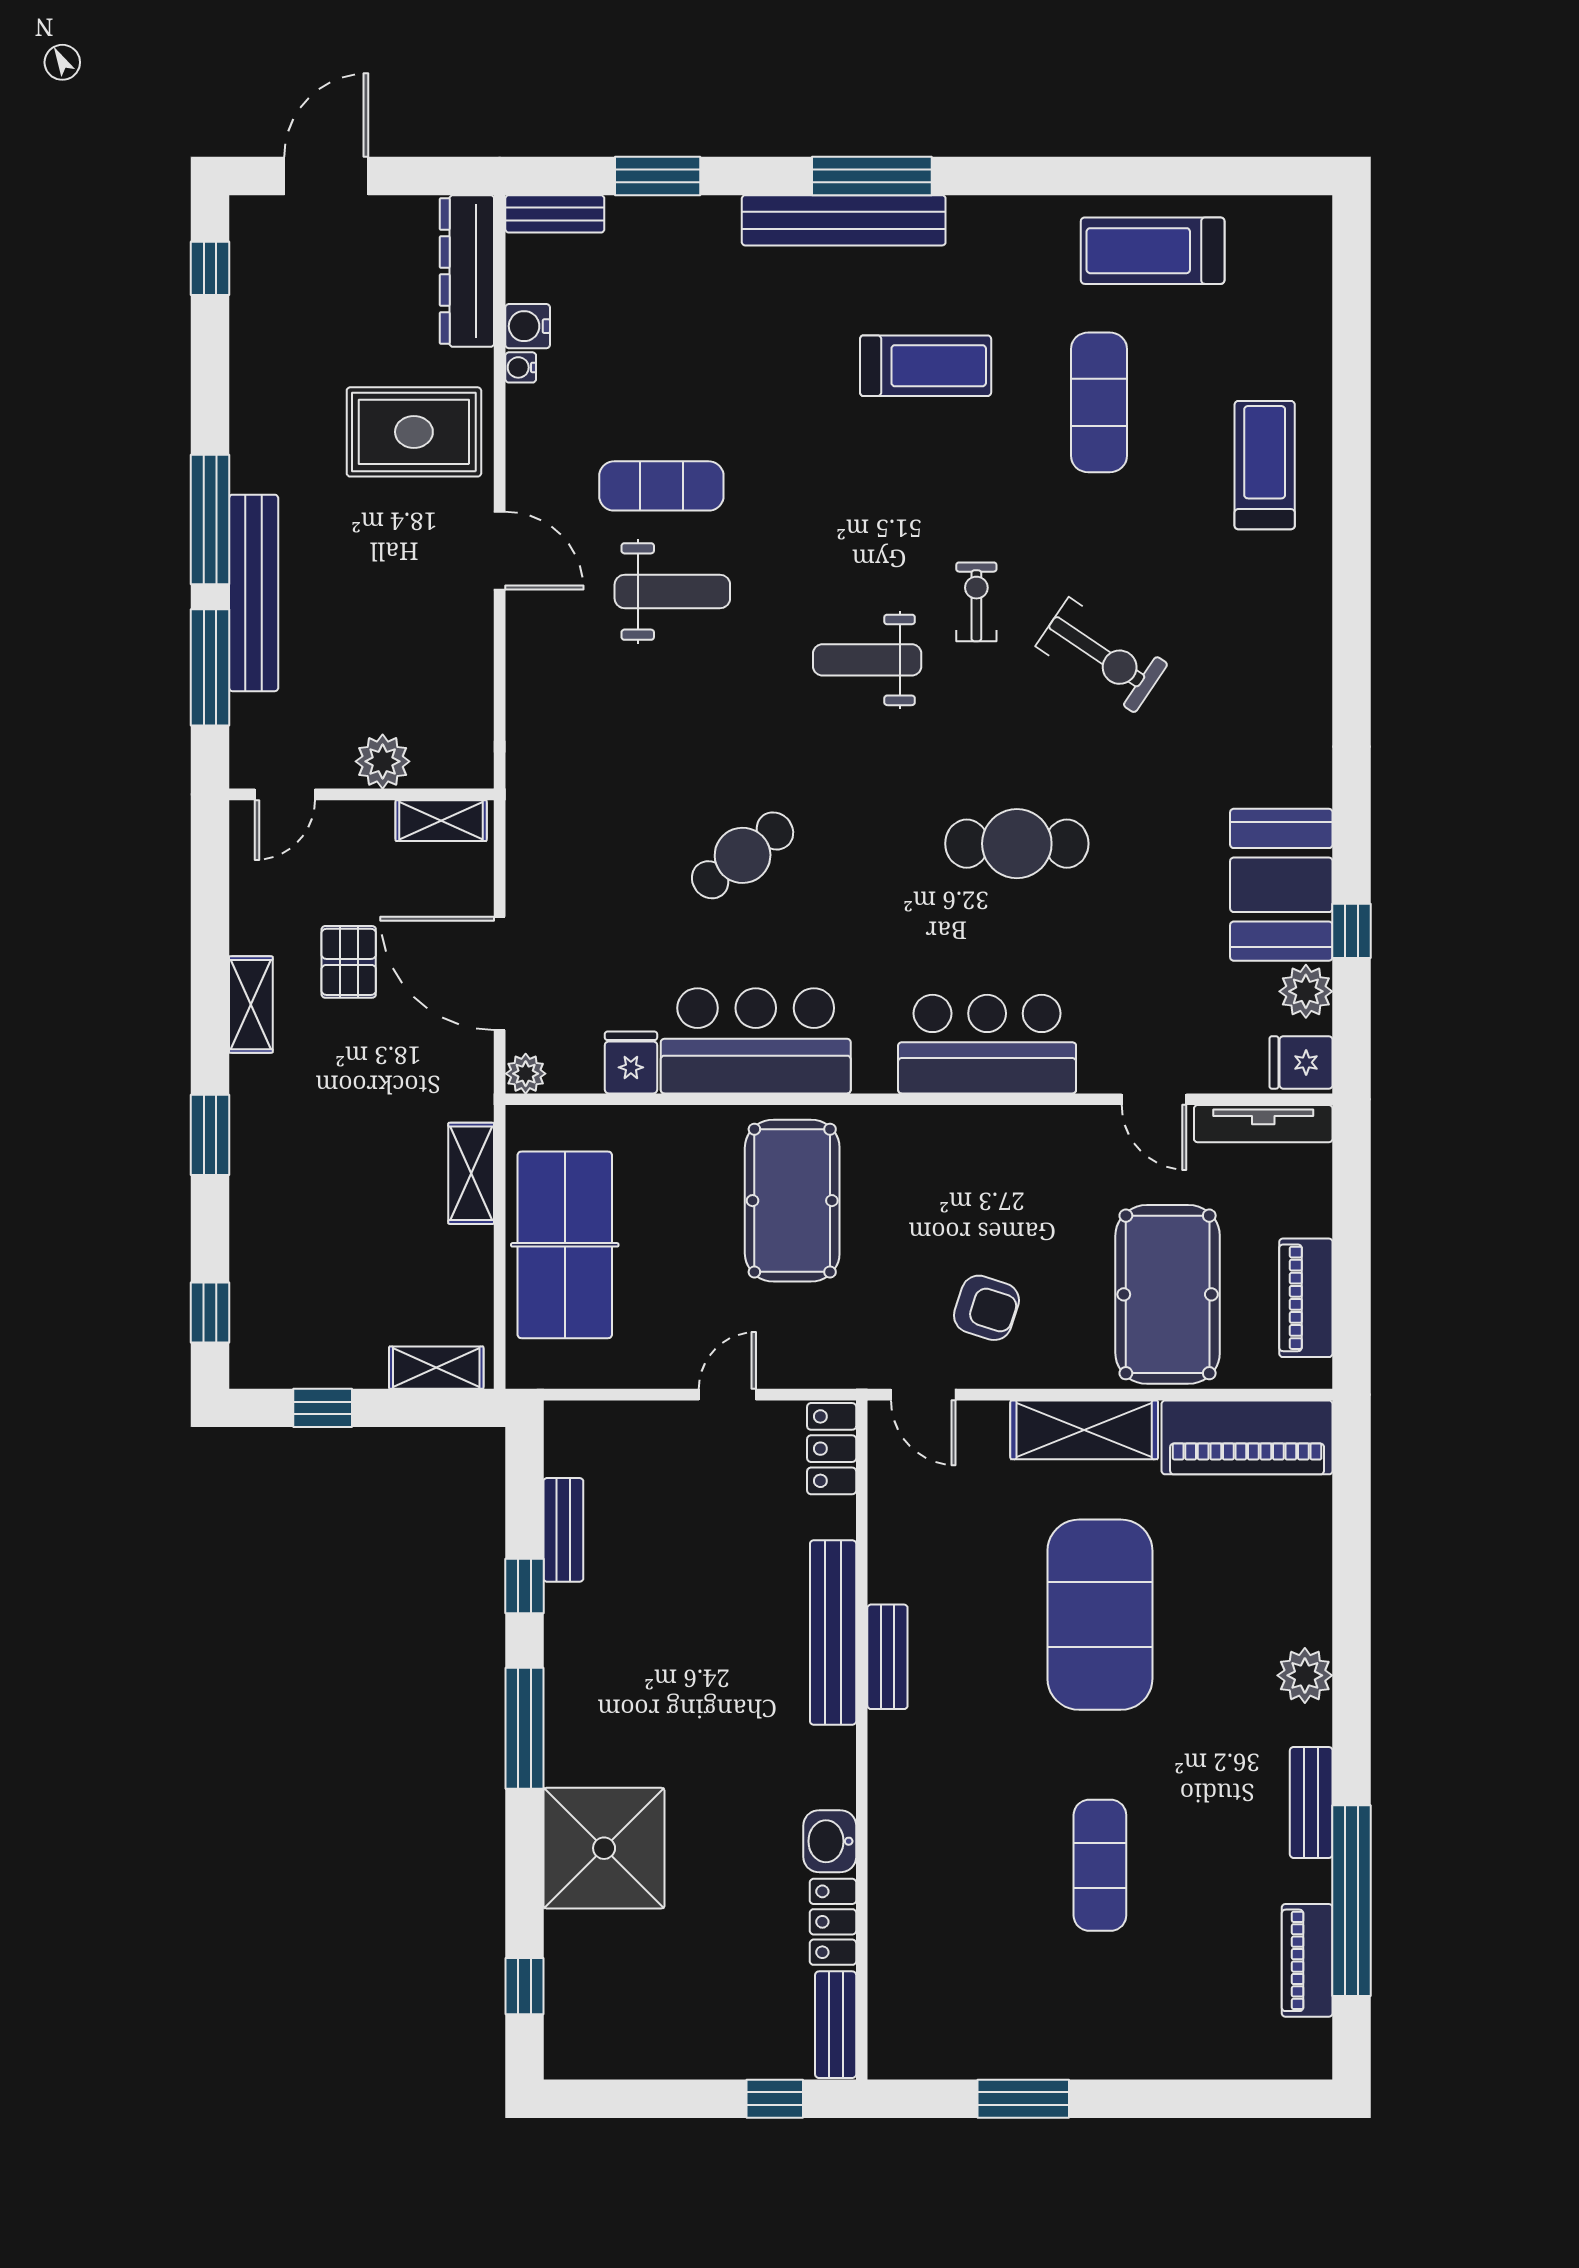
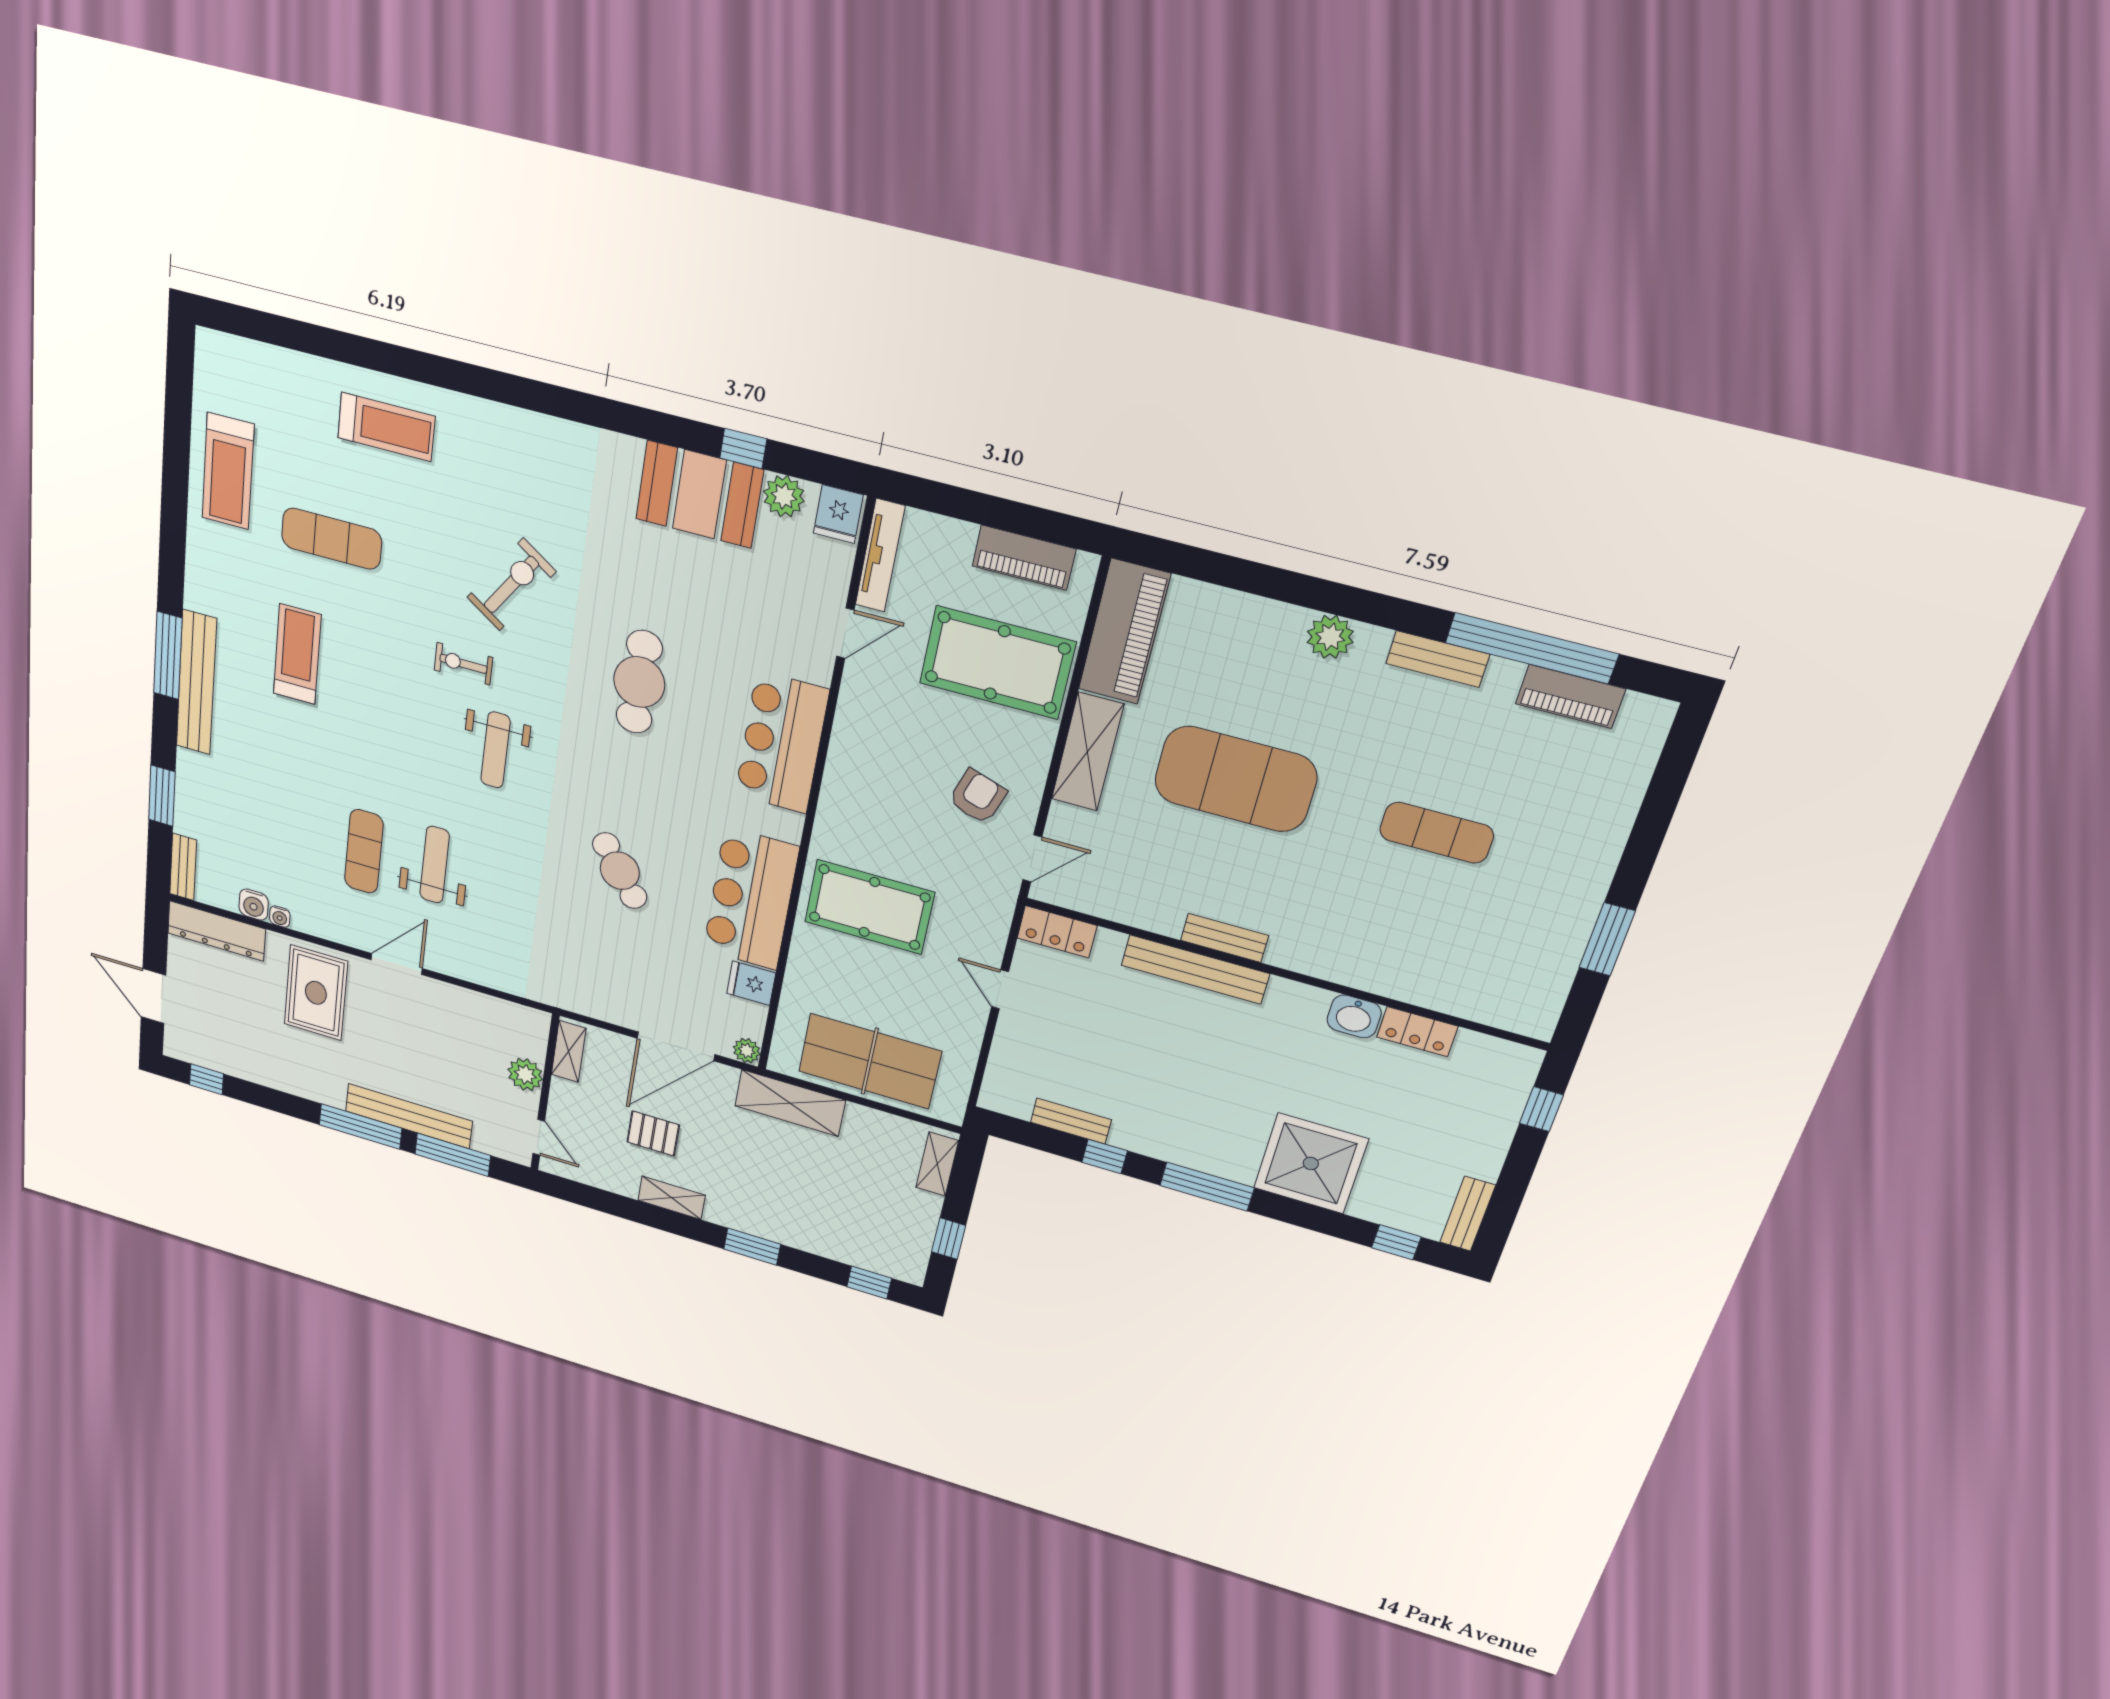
treadmill: (1265, 465) -> (386, 427), turned 180
shelving: (471, 1173) -> (790, 1103), width x1.50, depth x1.33
bench: (836, 2025) -> (1468, 1214), moved, turned 90

